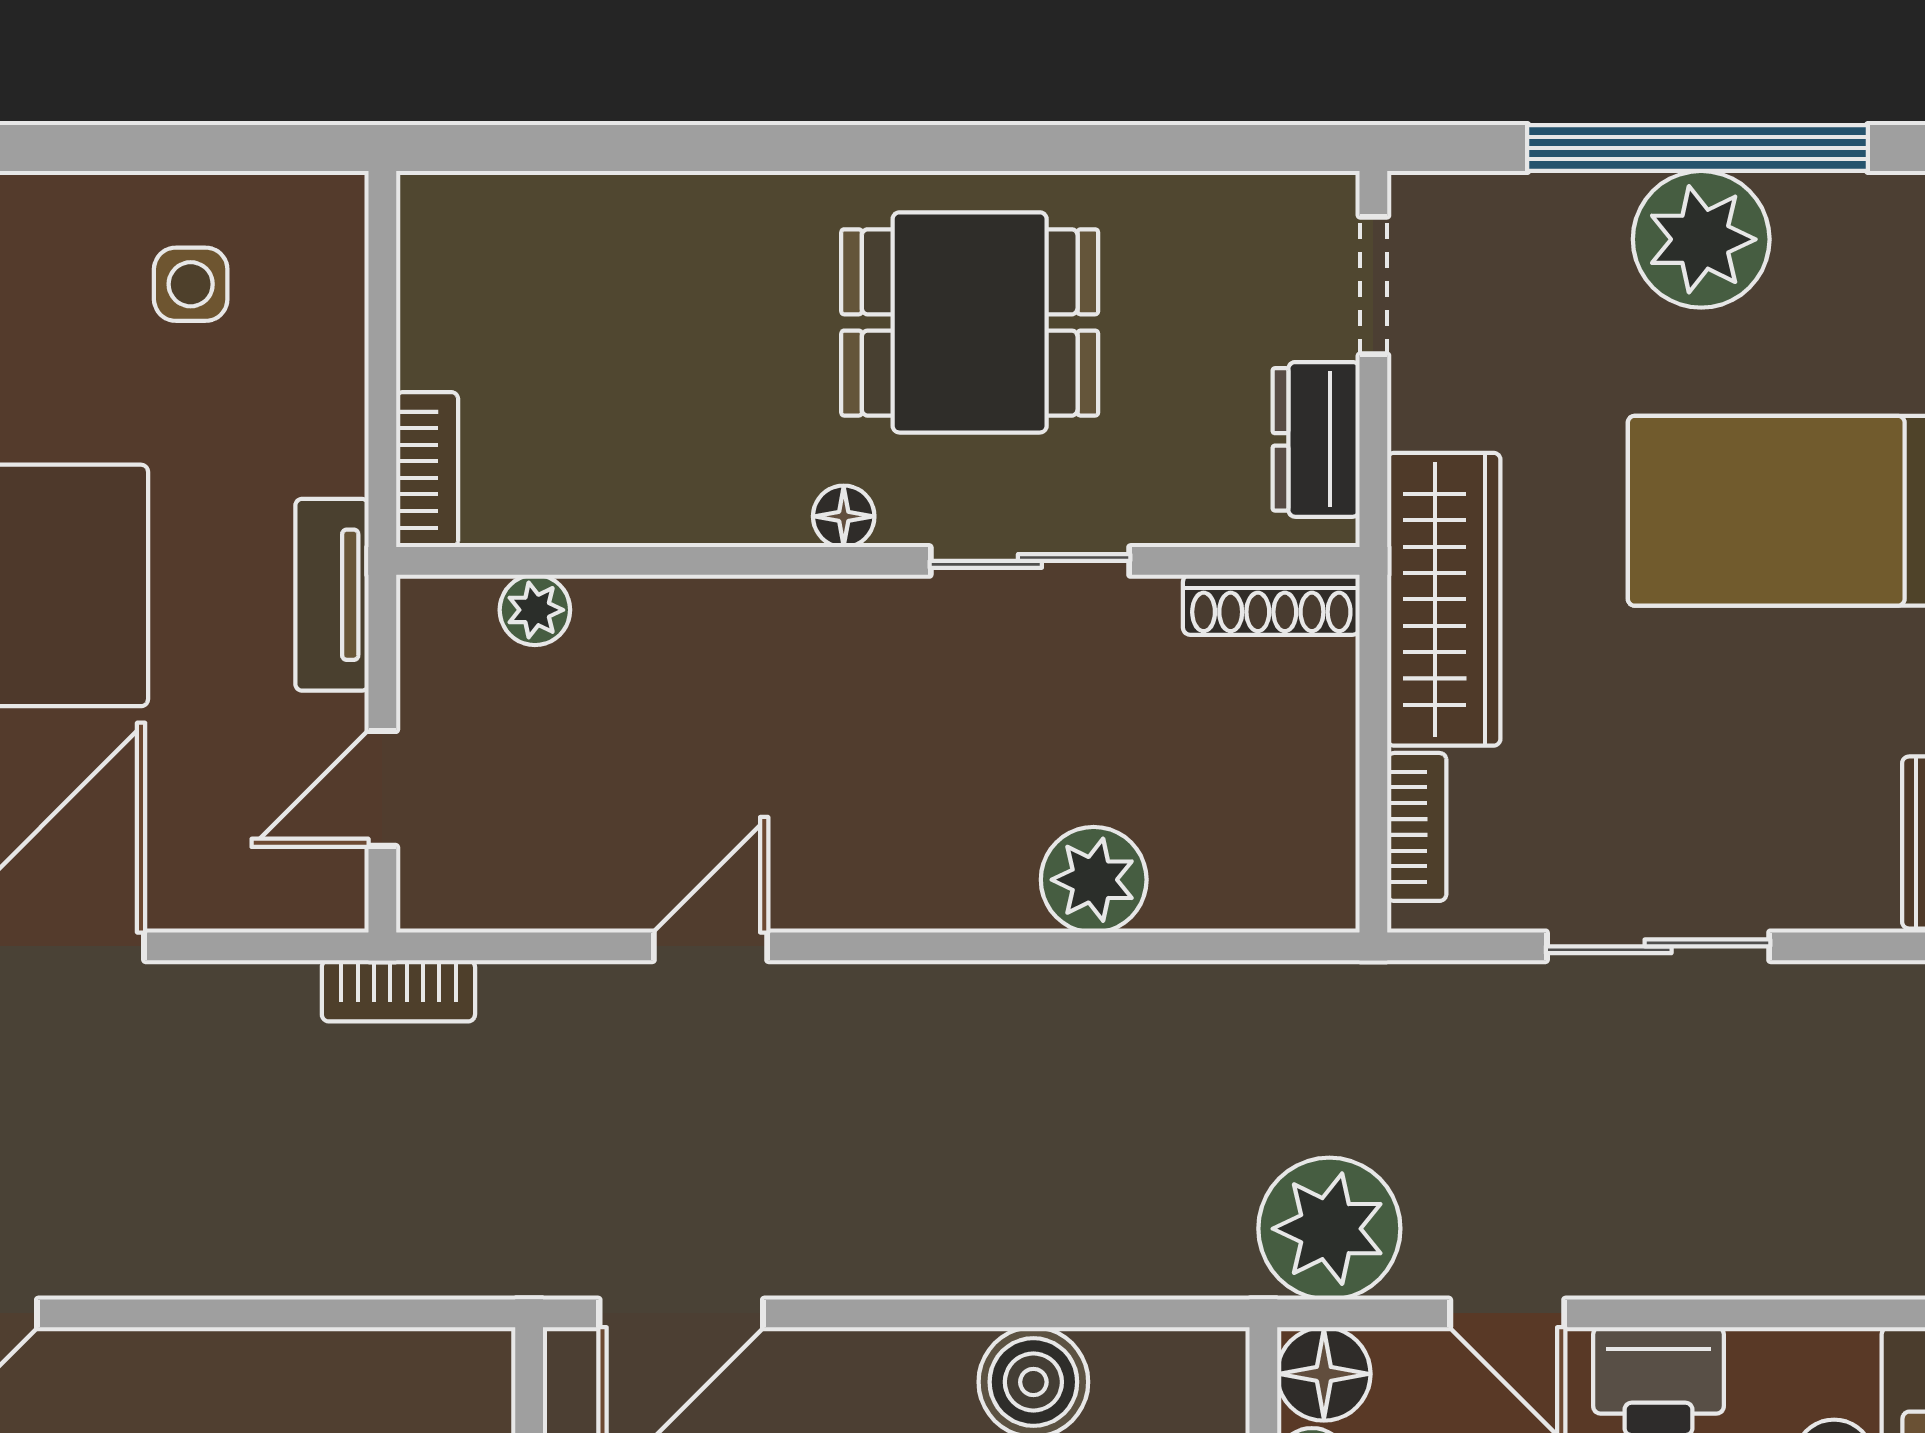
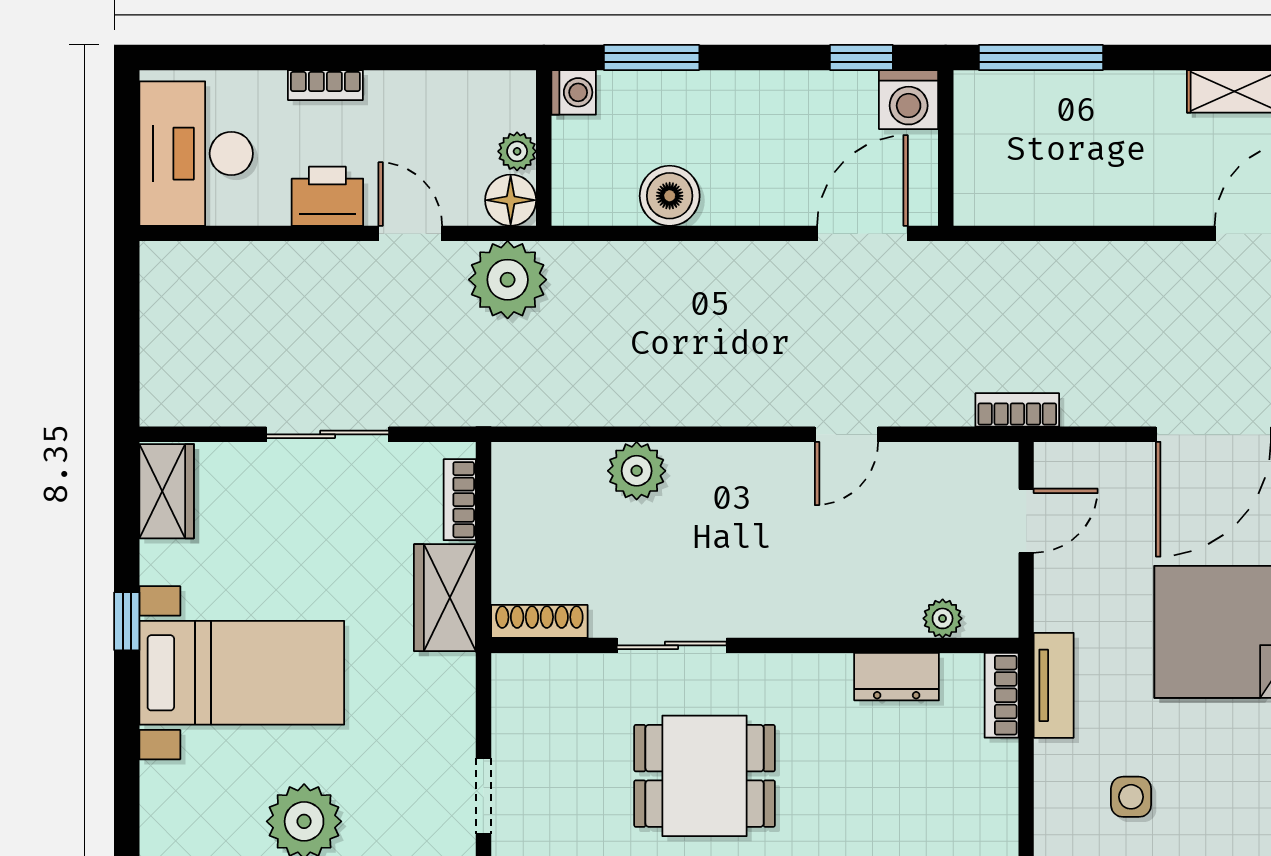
dresser: (1316, 439) -> (897, 677), moved, turned 90
floor lamp: (844, 516) -> (773, 670), removed
tv unit: (332, 595) -> (1054, 685), moved
wardrobe: (1444, 599) -> (445, 598), width x0.67

